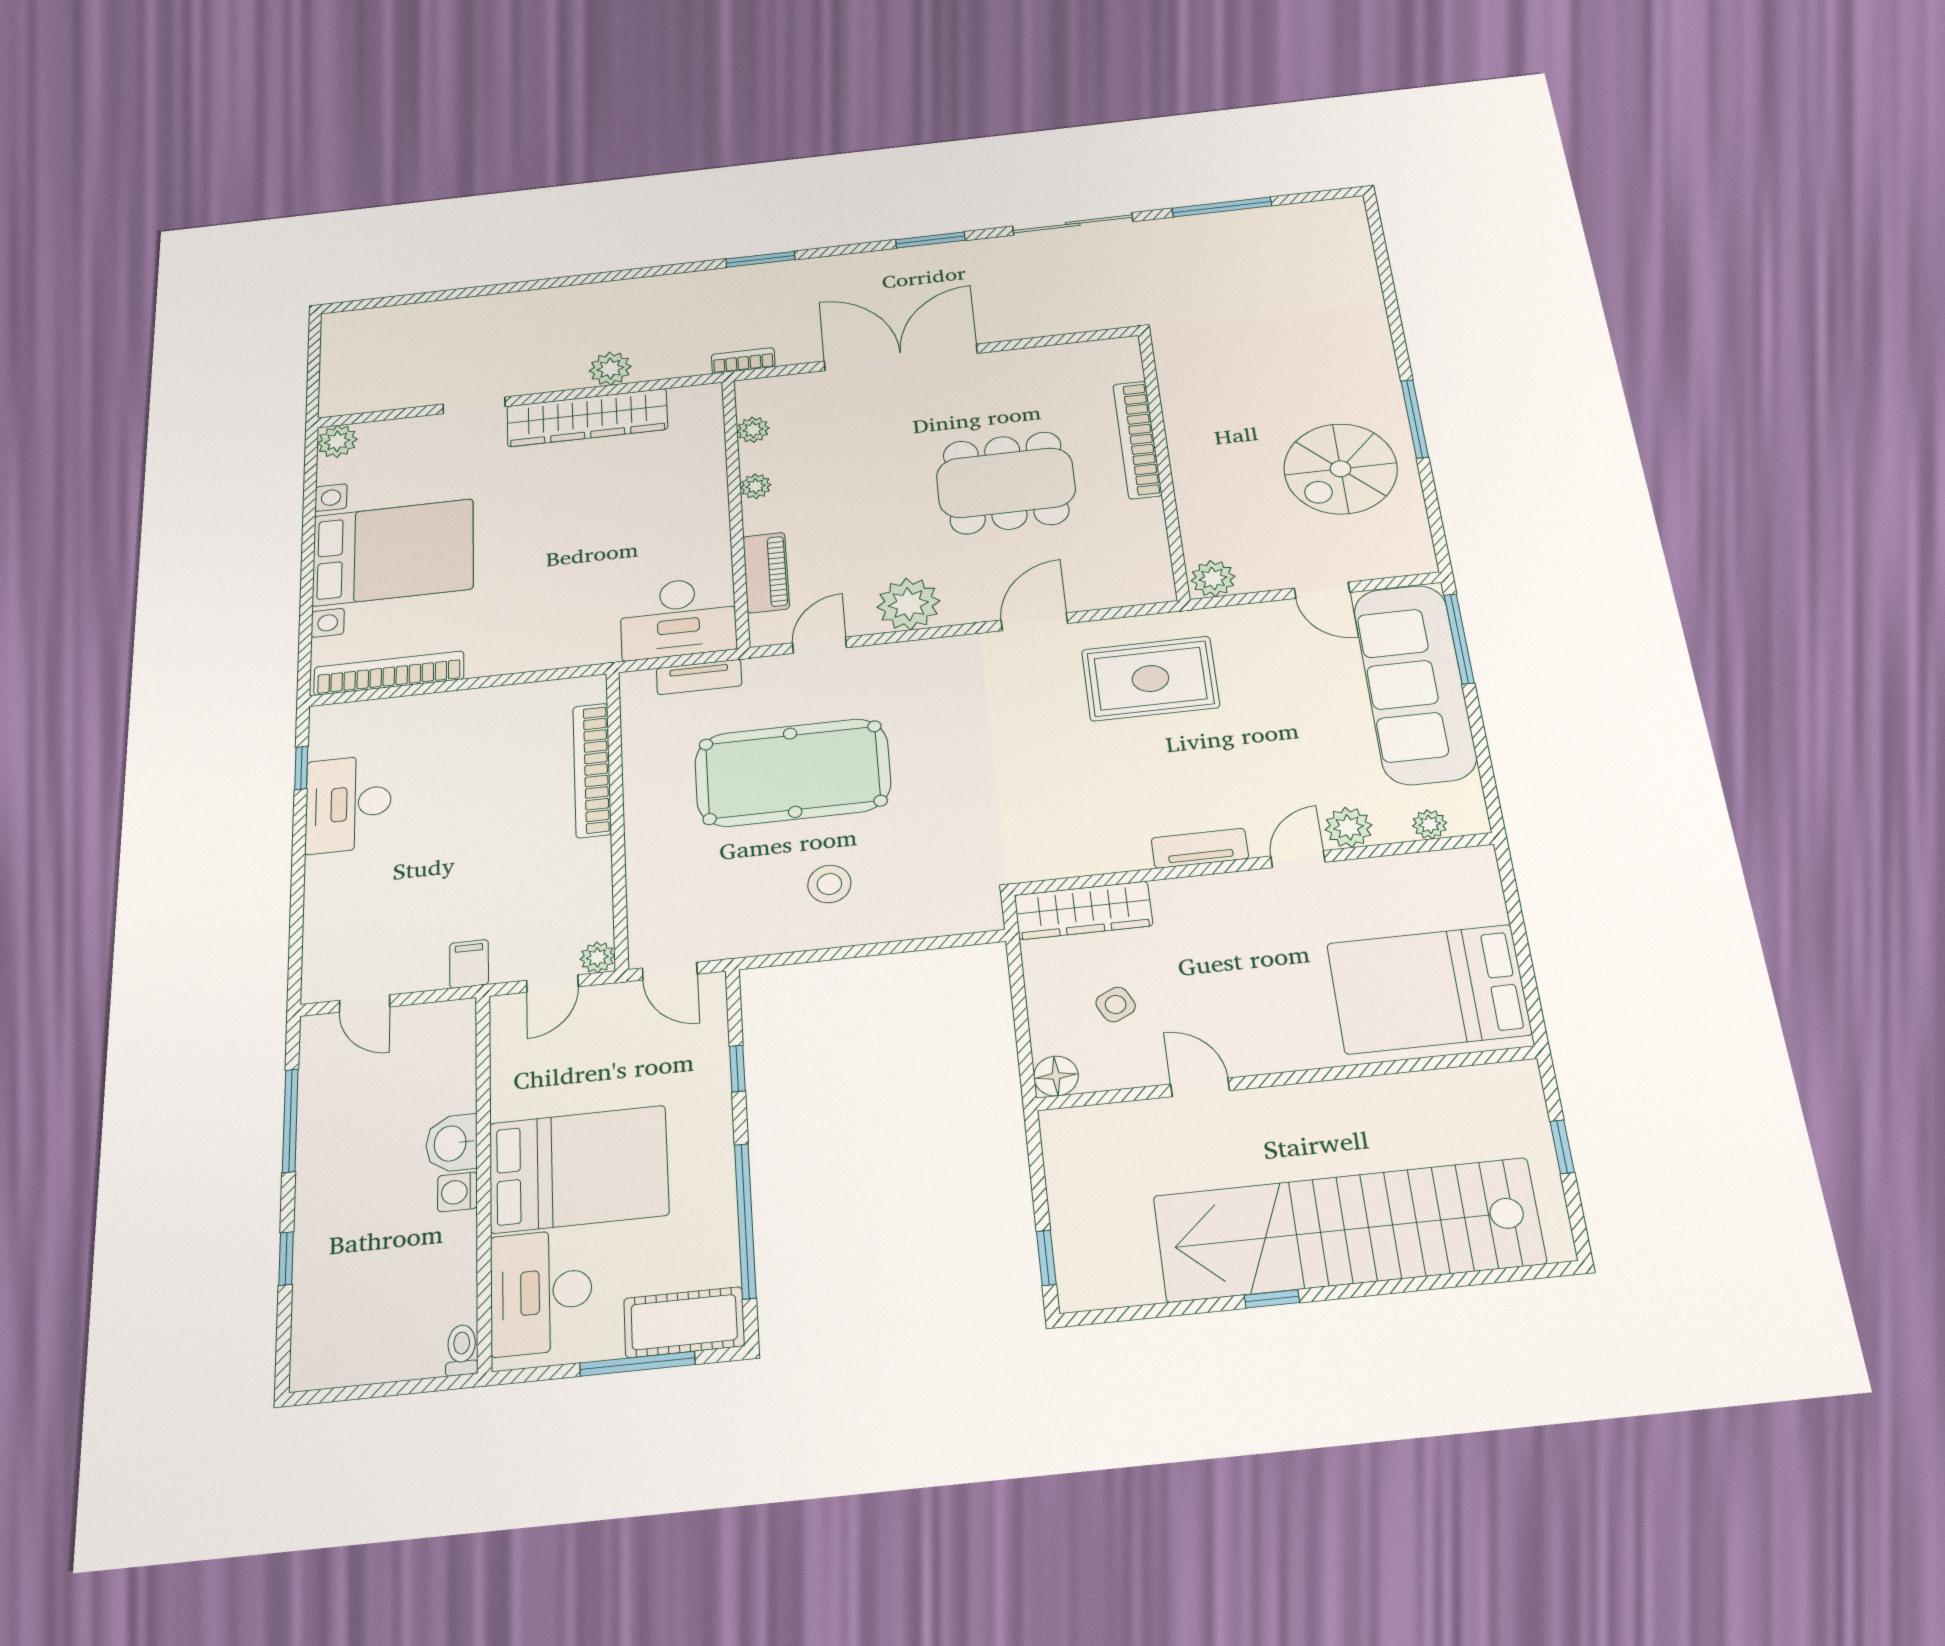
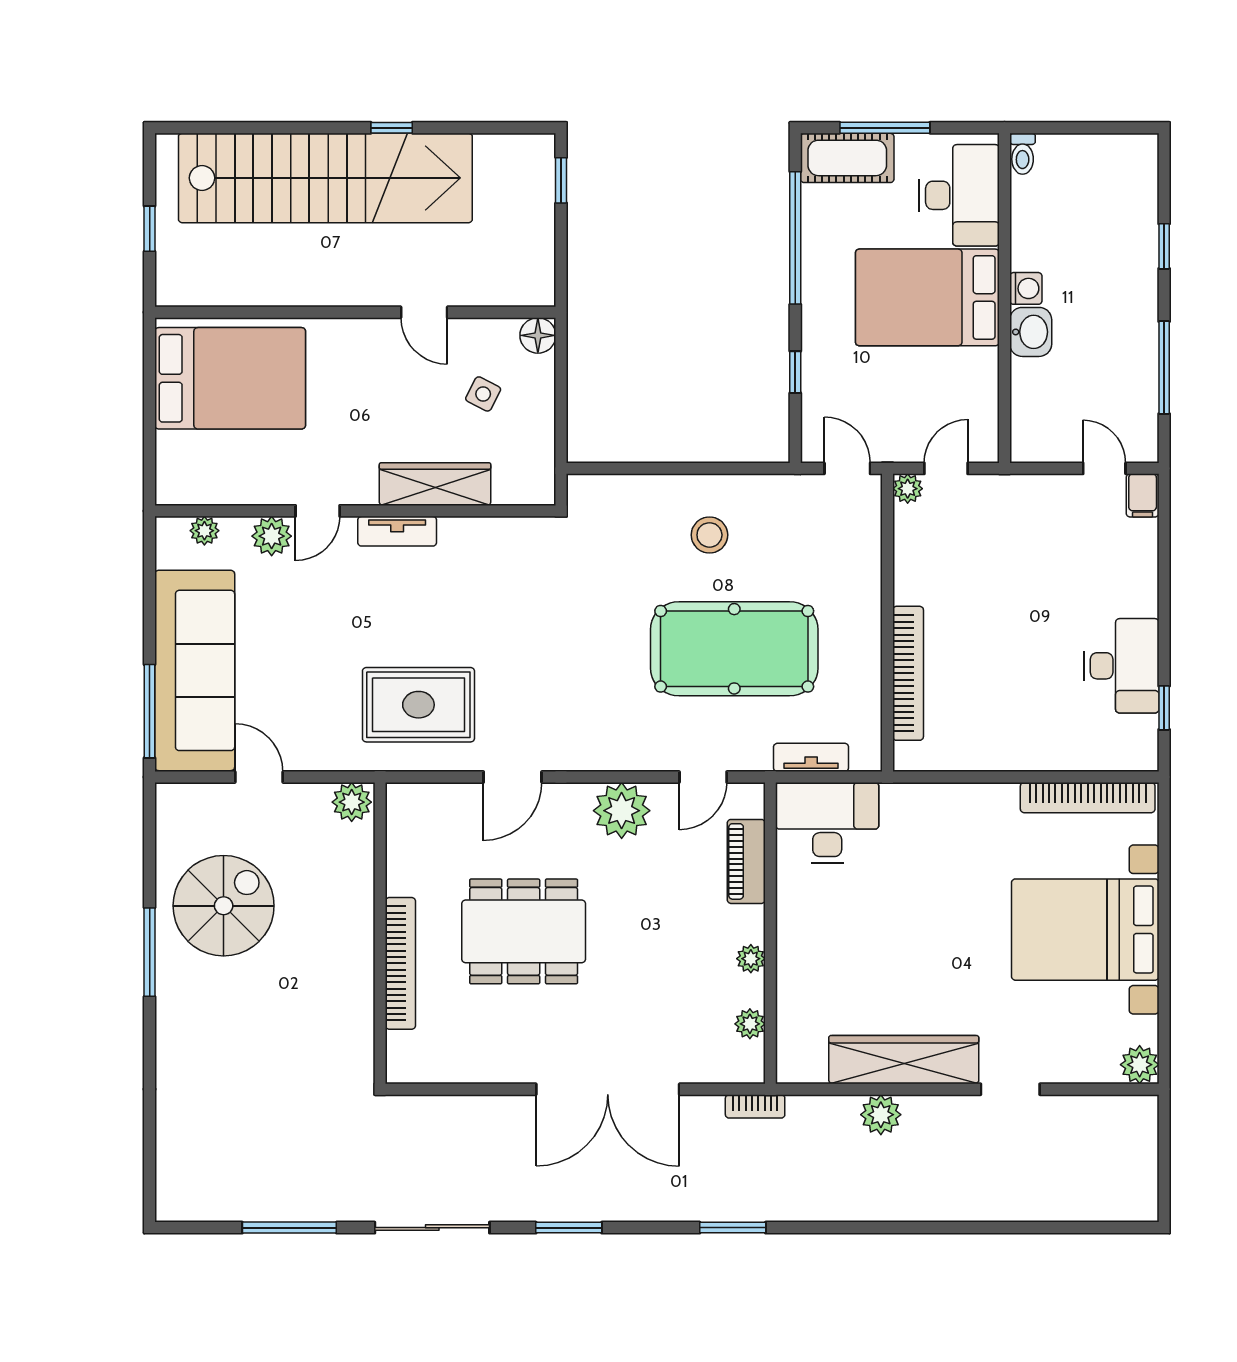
wardrobe: (1083, 910) -> (435, 484), moved
filing cabinet: (469, 964) -> (1143, 495), moved
side table: (1116, 1004) -> (483, 394), turned -37

